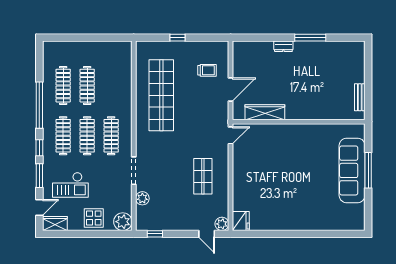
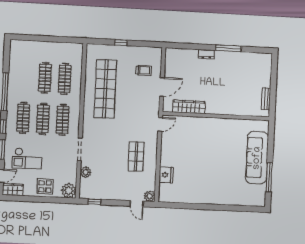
clothes rail: (63, 86) -> (65, 79), moved
window: (368, 170) -> (269, 177), moved
fridge: (241, 221) -> (166, 175), moved

